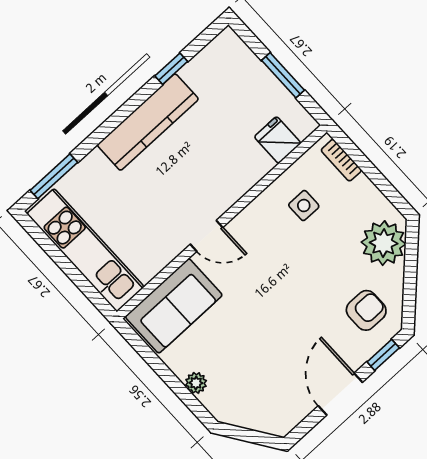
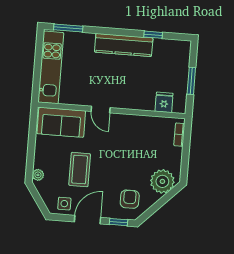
side table: (304, 206) -> (64, 204), moved
armchair: (366, 310) -> (130, 199), turned -90
coffee table: (262, 341) -> (80, 170), added
plant: (196, 383) -> (38, 175), moved

